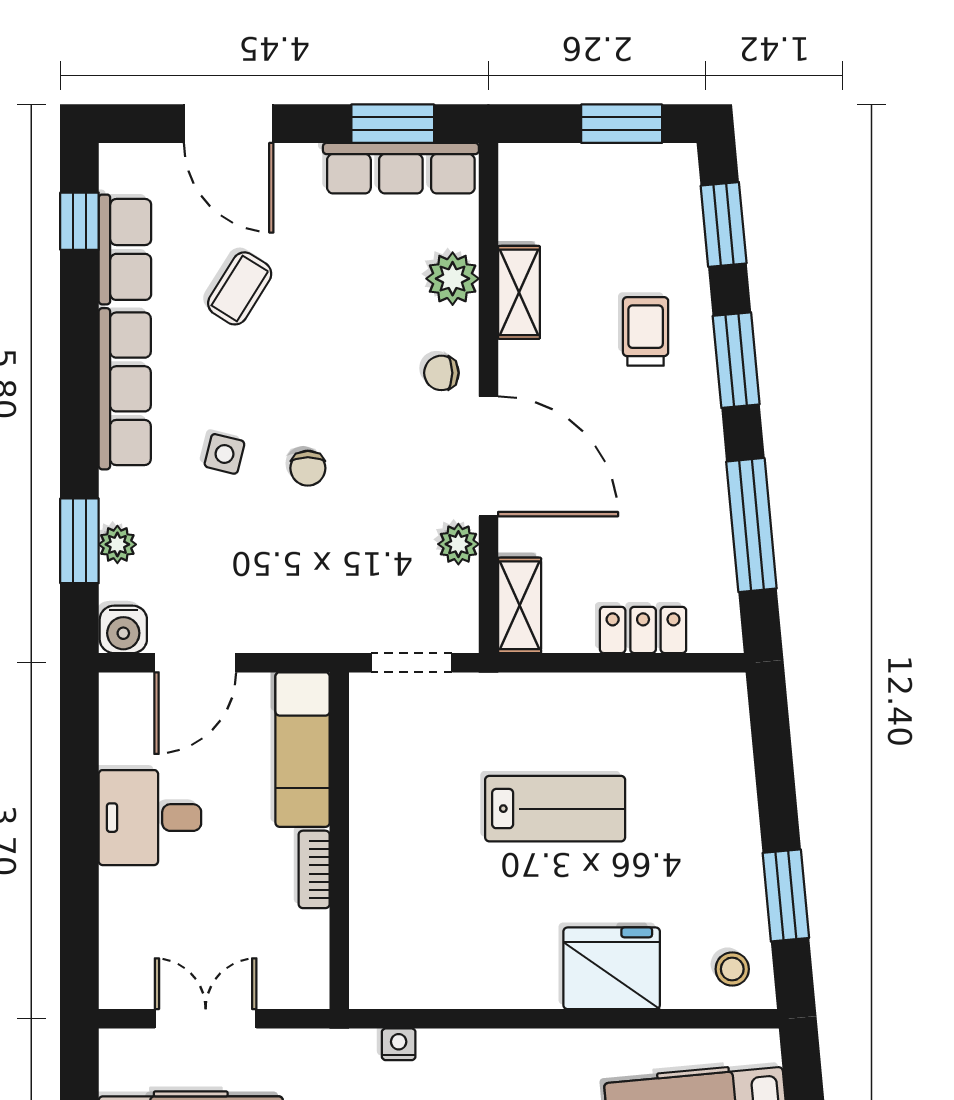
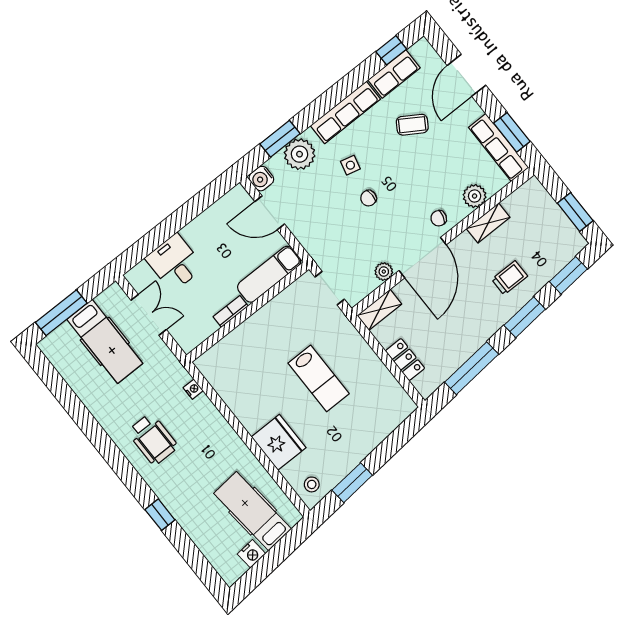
chair: (441, 373) -> (439, 218), turned -73
plant: (117, 544) -> (300, 154), width x1.88, depth x1.88
desk: (150, 818) -> (175, 263), moved

